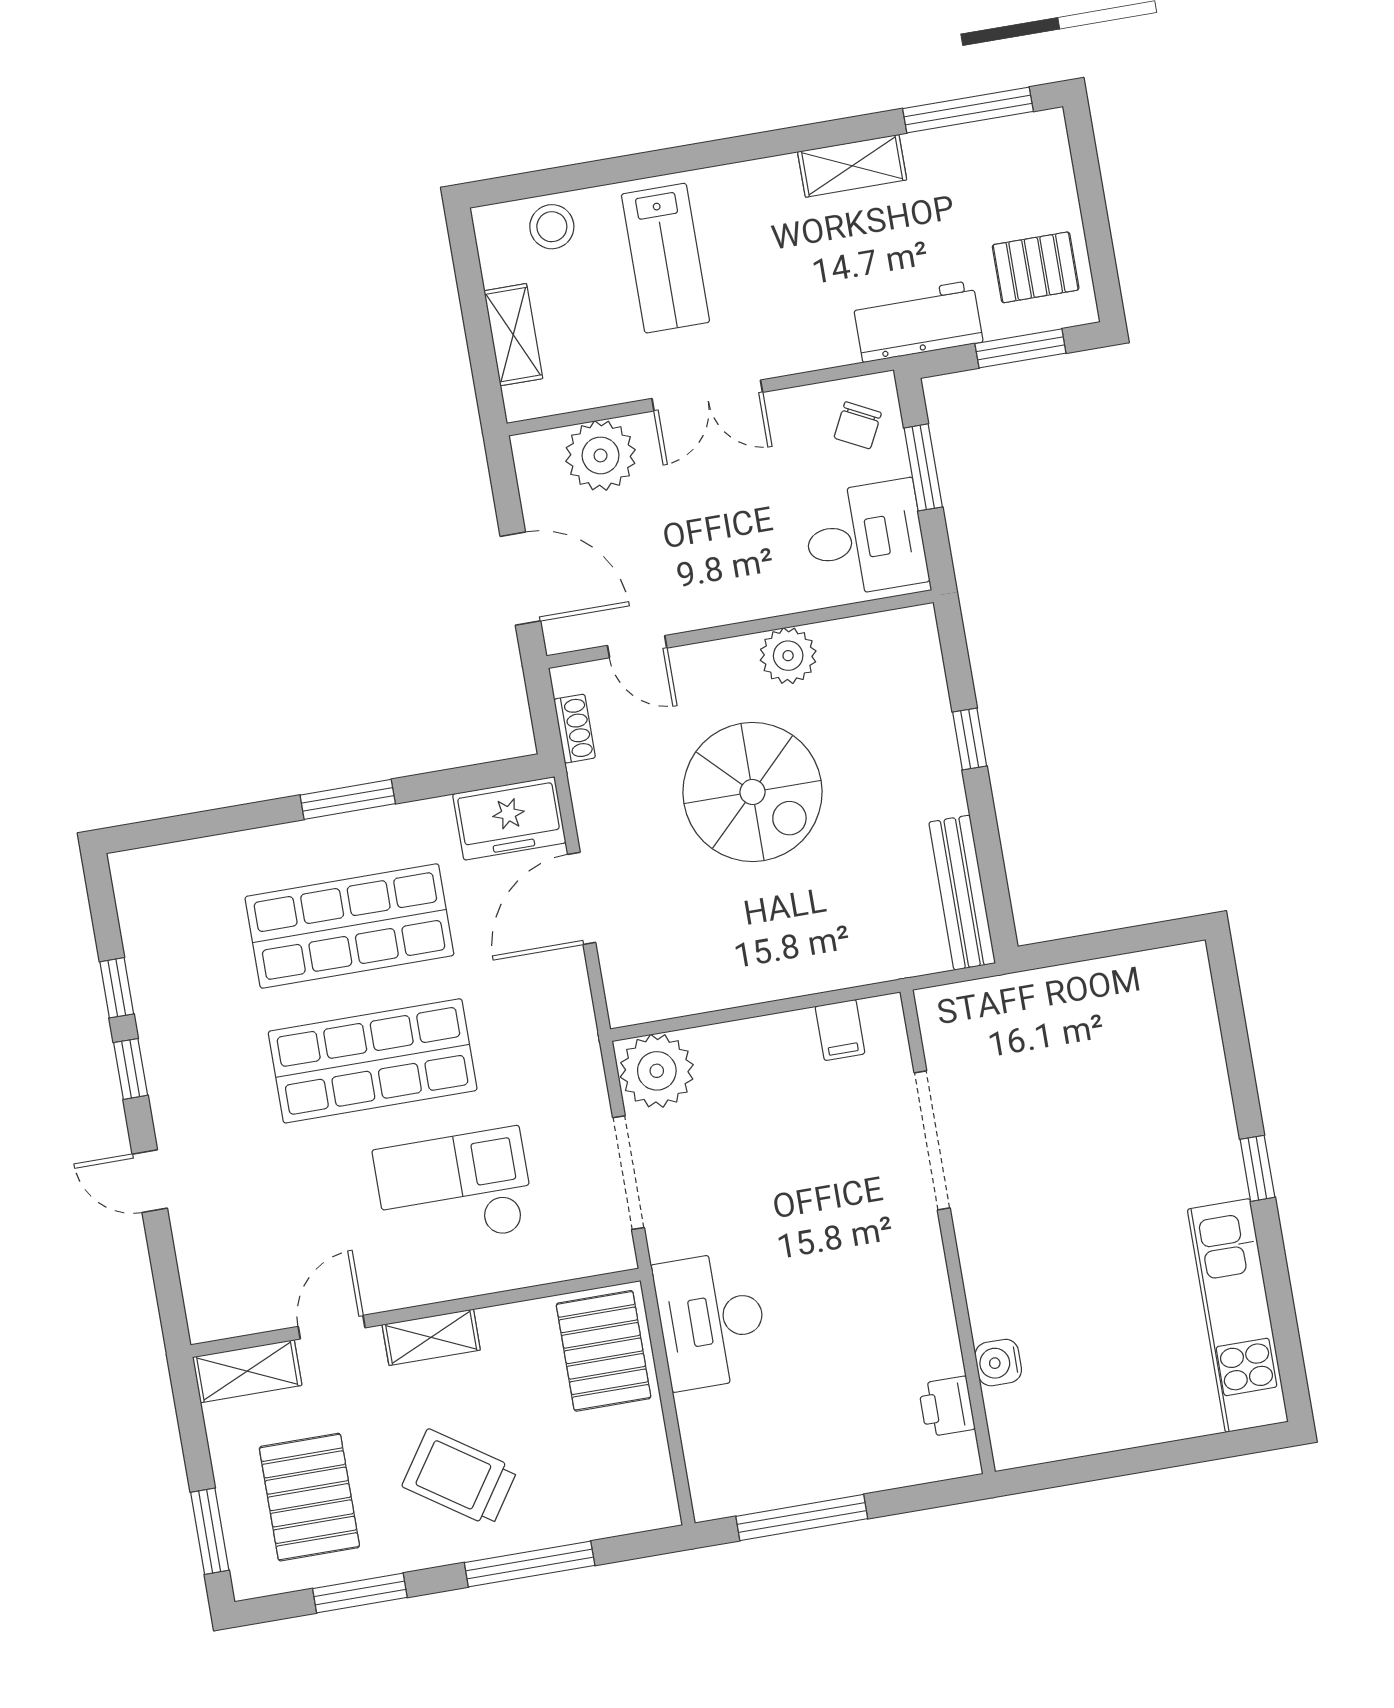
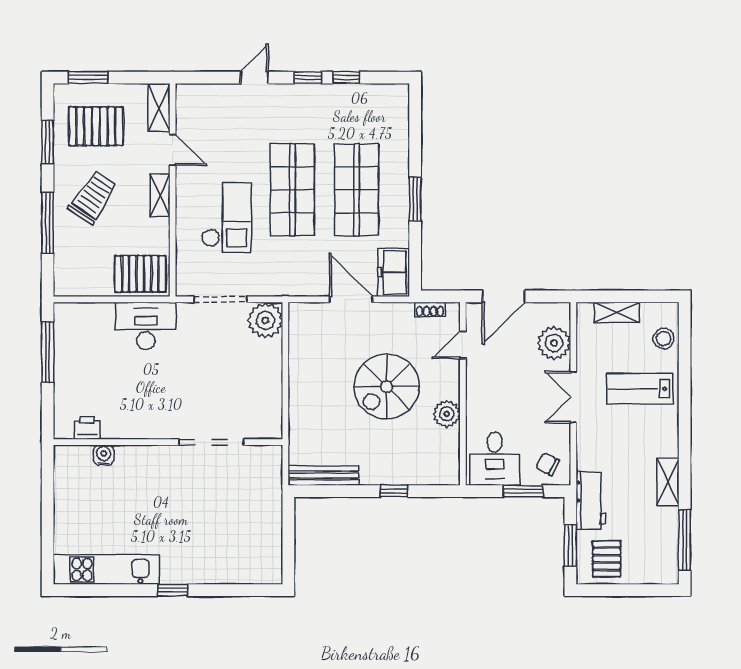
filing cabinet: (840, 1030) -> (270, 408), removed

